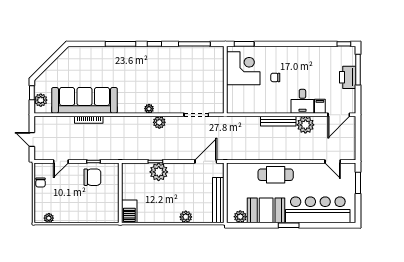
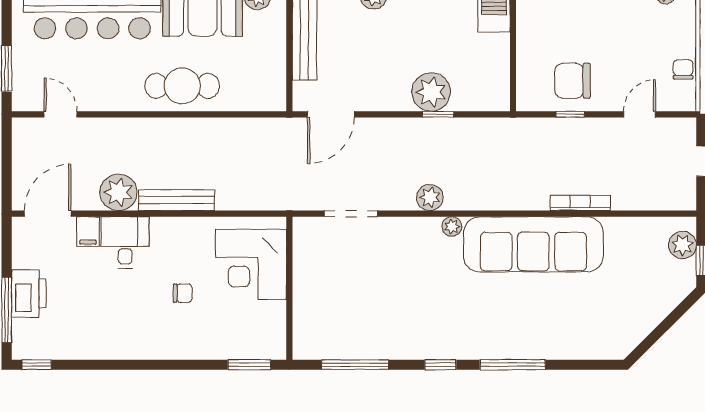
corner desk: (243, 68) -> (251, 265), moved
sofa: (85, 100) -> (533, 244), moved

